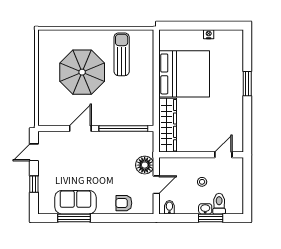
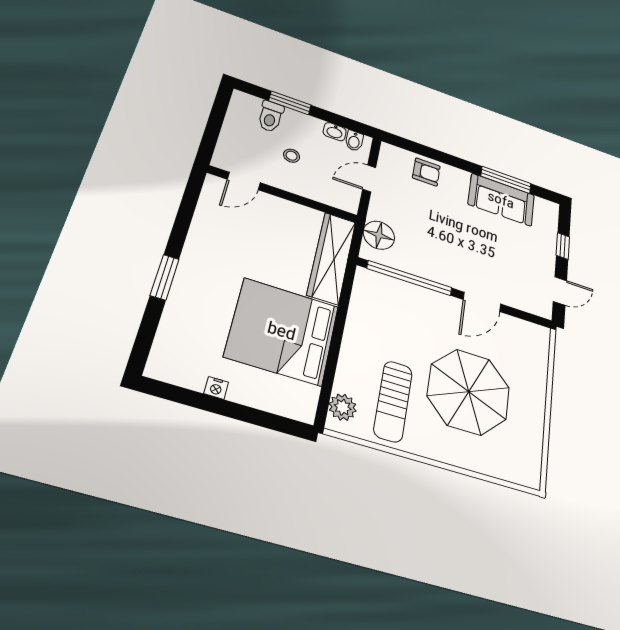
plant: (147, 43) -> (343, 407), added
floor lamp: (145, 165) -> (379, 235), moved
washbasin: (205, 209) -> (335, 132), moved

